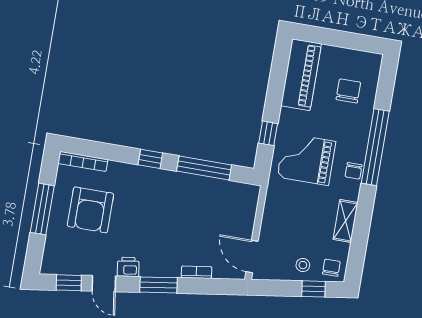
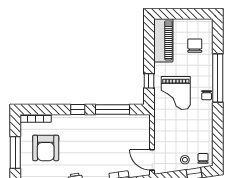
grand piano: (306, 159) -> (176, 93), turned -90
shelving: (346, 221) -> (207, 128), removed

